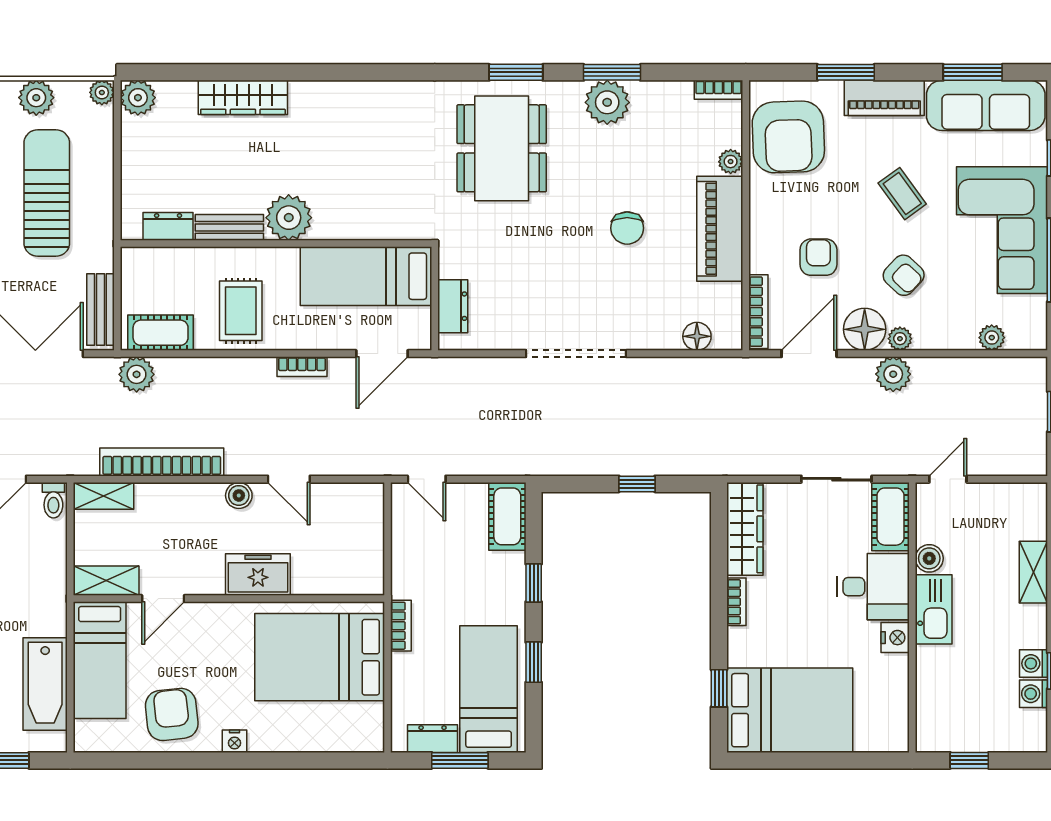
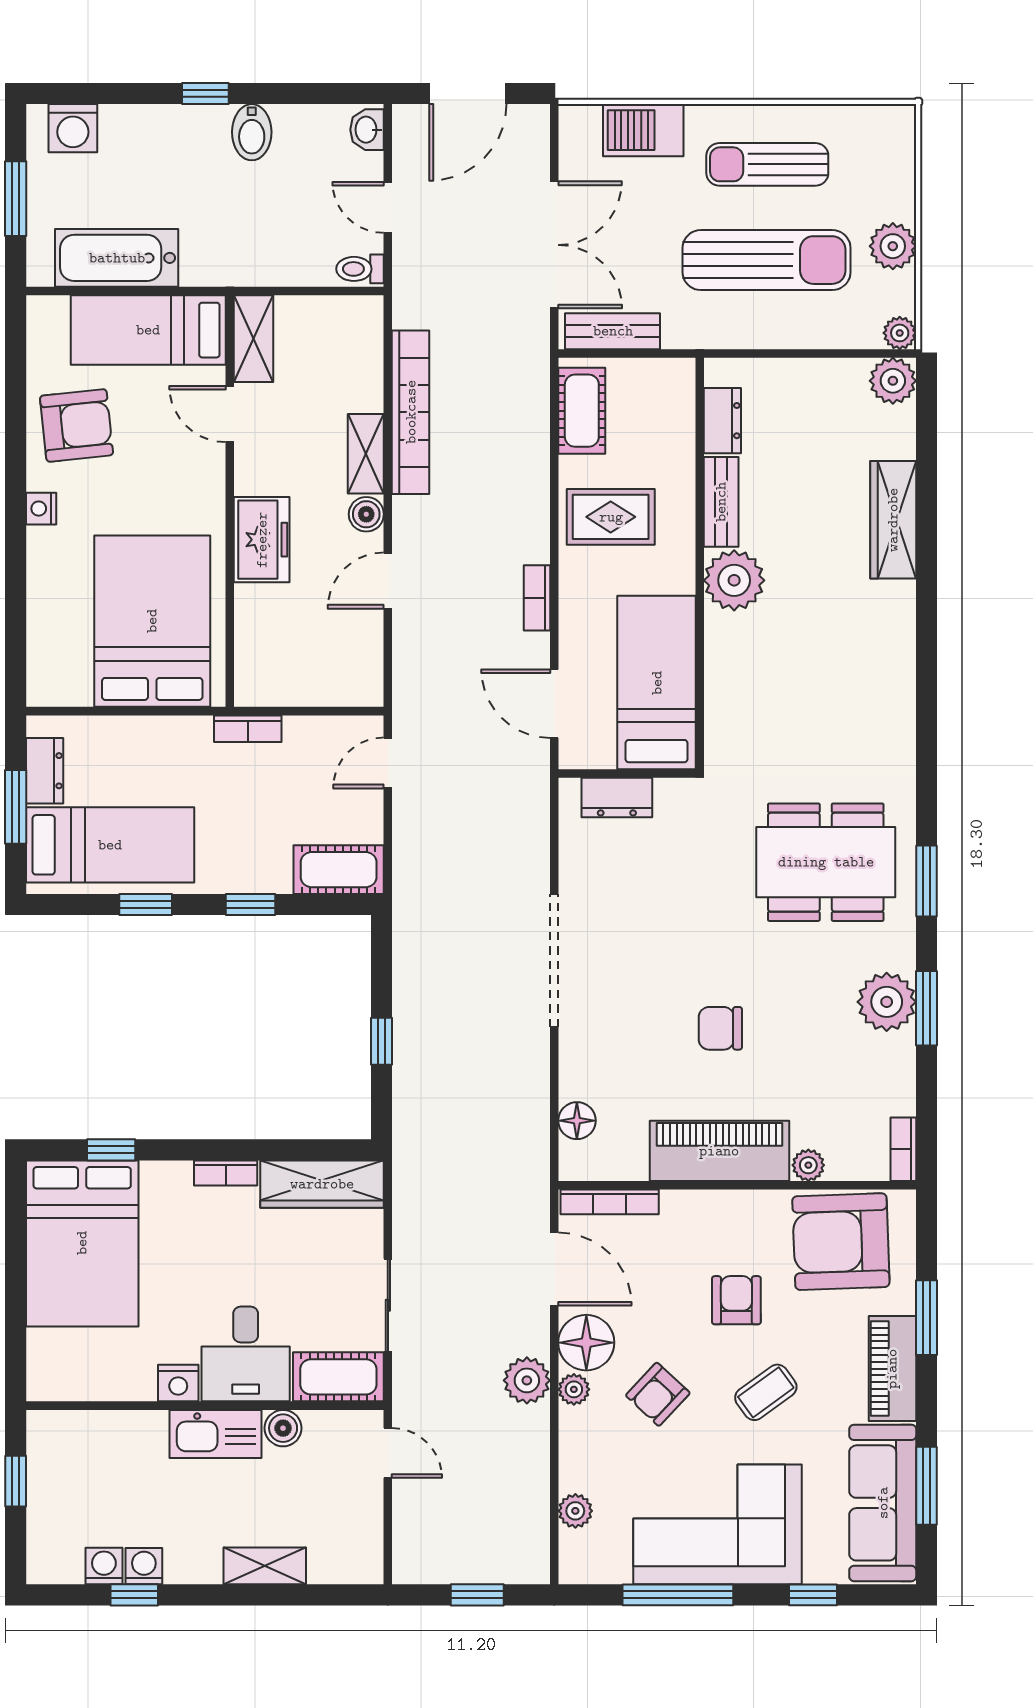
armchair: (818, 257) -> (736, 1300), moved, turned -90
plant: (137, 374) -> (527, 379), removed
shelving: (103, 496) -> (366, 454), moved
bookcase: (401, 626) -> (248, 729), moved

